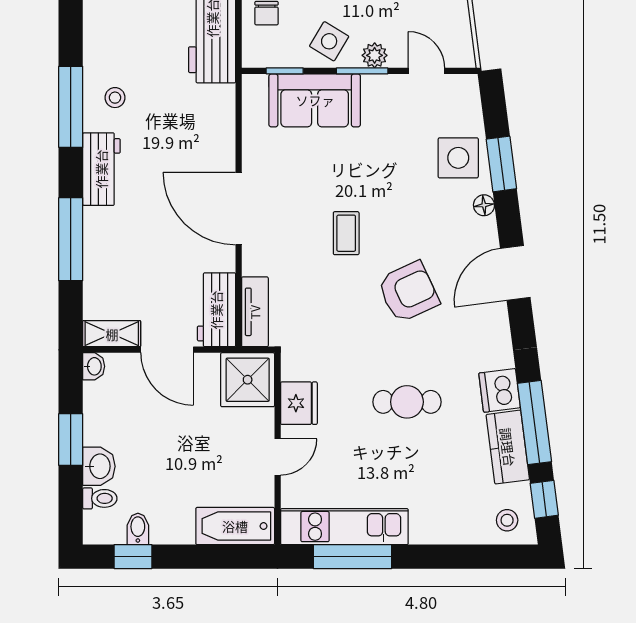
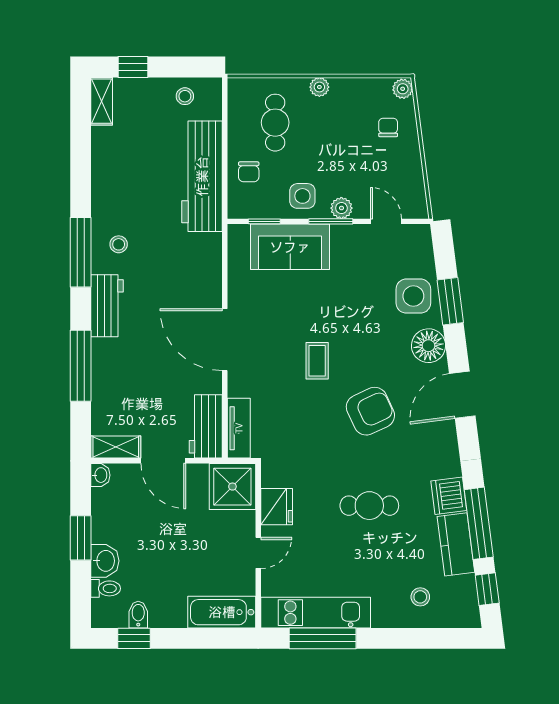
side table: (329, 41) -> (302, 196), turned -31
floor lamp: (484, 205) -> (428, 346), width x1.89, depth x1.89
stool: (507, 520) -> (420, 597), moved

